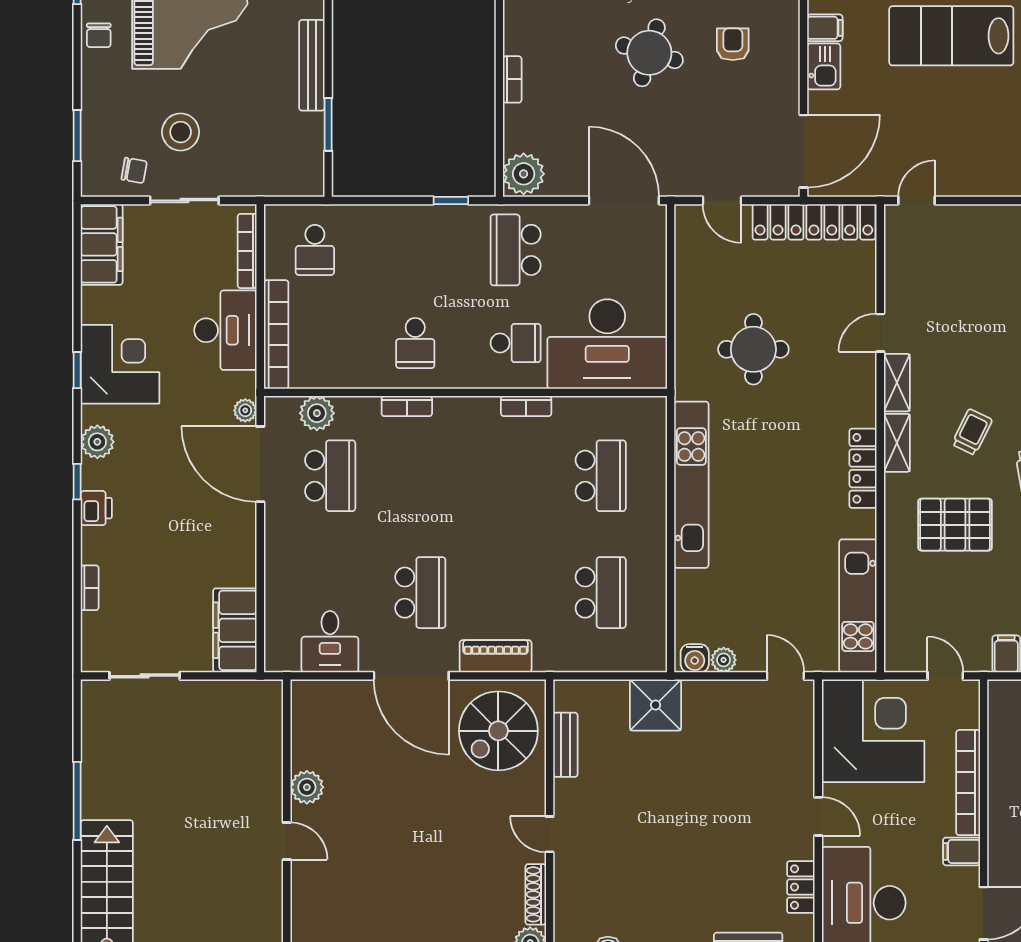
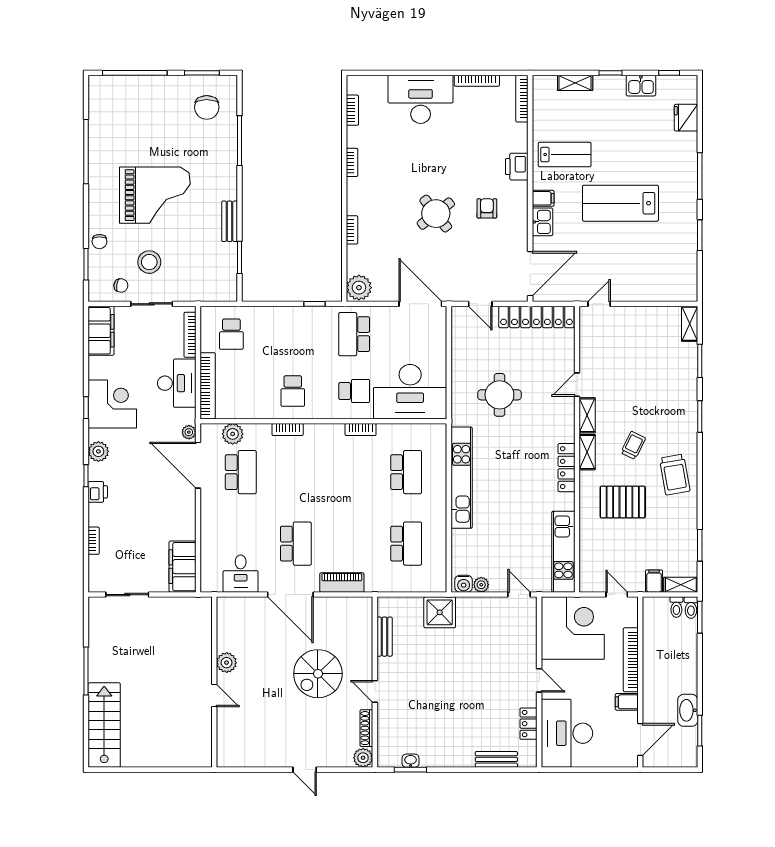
chair: (99, 35) -> (99, 242), moved
round table: (649, 53) -> (436, 214), turned 36
bench: (312, 65) -> (230, 221), width x0.73
spiral stairs: (498, 731) -> (318, 674), moved

